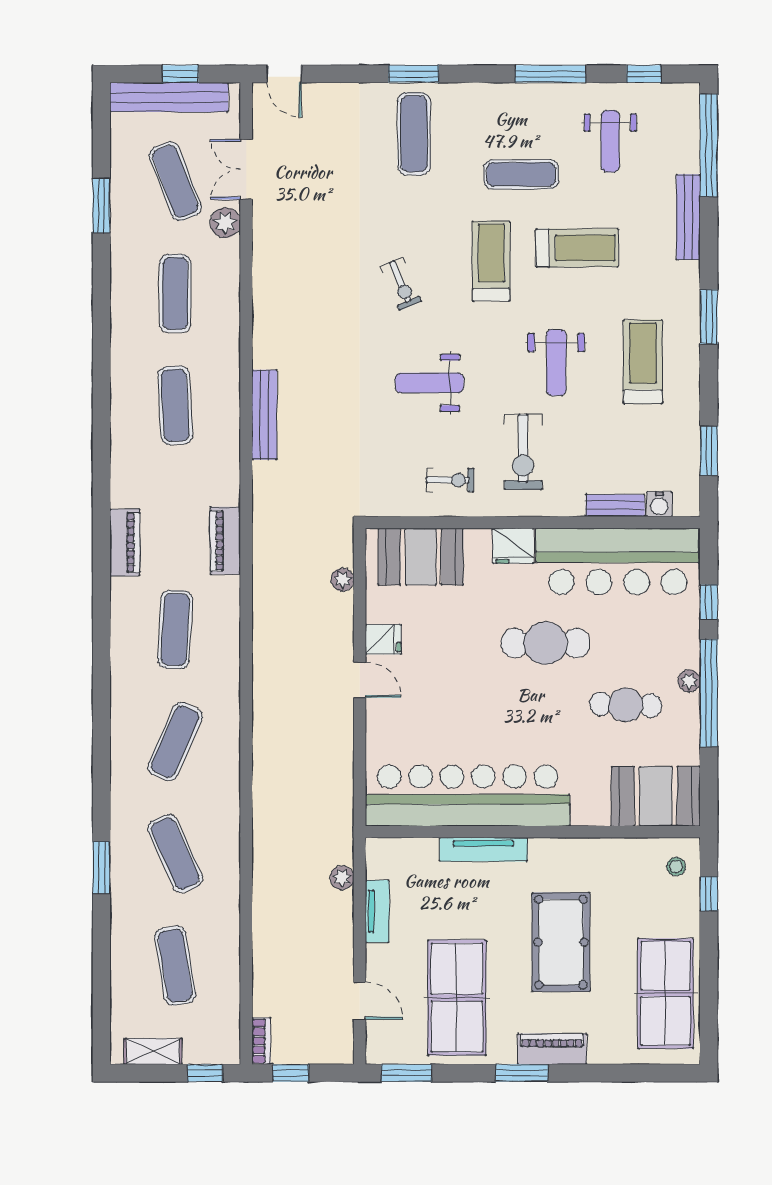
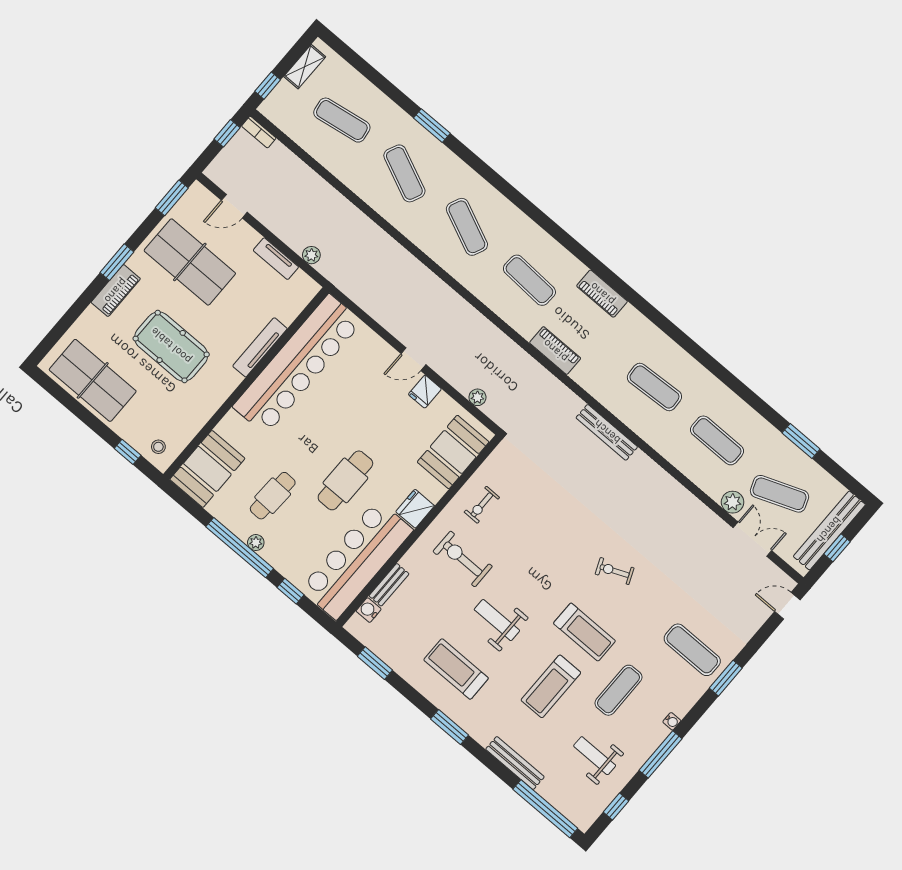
water cooler: (506, 92) -> (672, 721), added
treadmill: (643, 361) -> (456, 669), turned 180
weight bench: (429, 383) -> (546, 540), removed
exercise mat: (175, 854) -> (404, 173), turned 48

